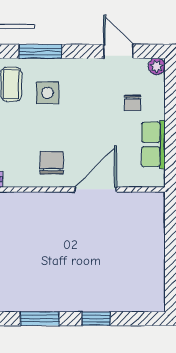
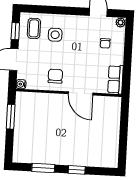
window: (40, 51) -> (52, 10), removed
row of seats: (153, 144) -> (115, 79), moved
door: (96, 189) -> (81, 93), swing flipped

